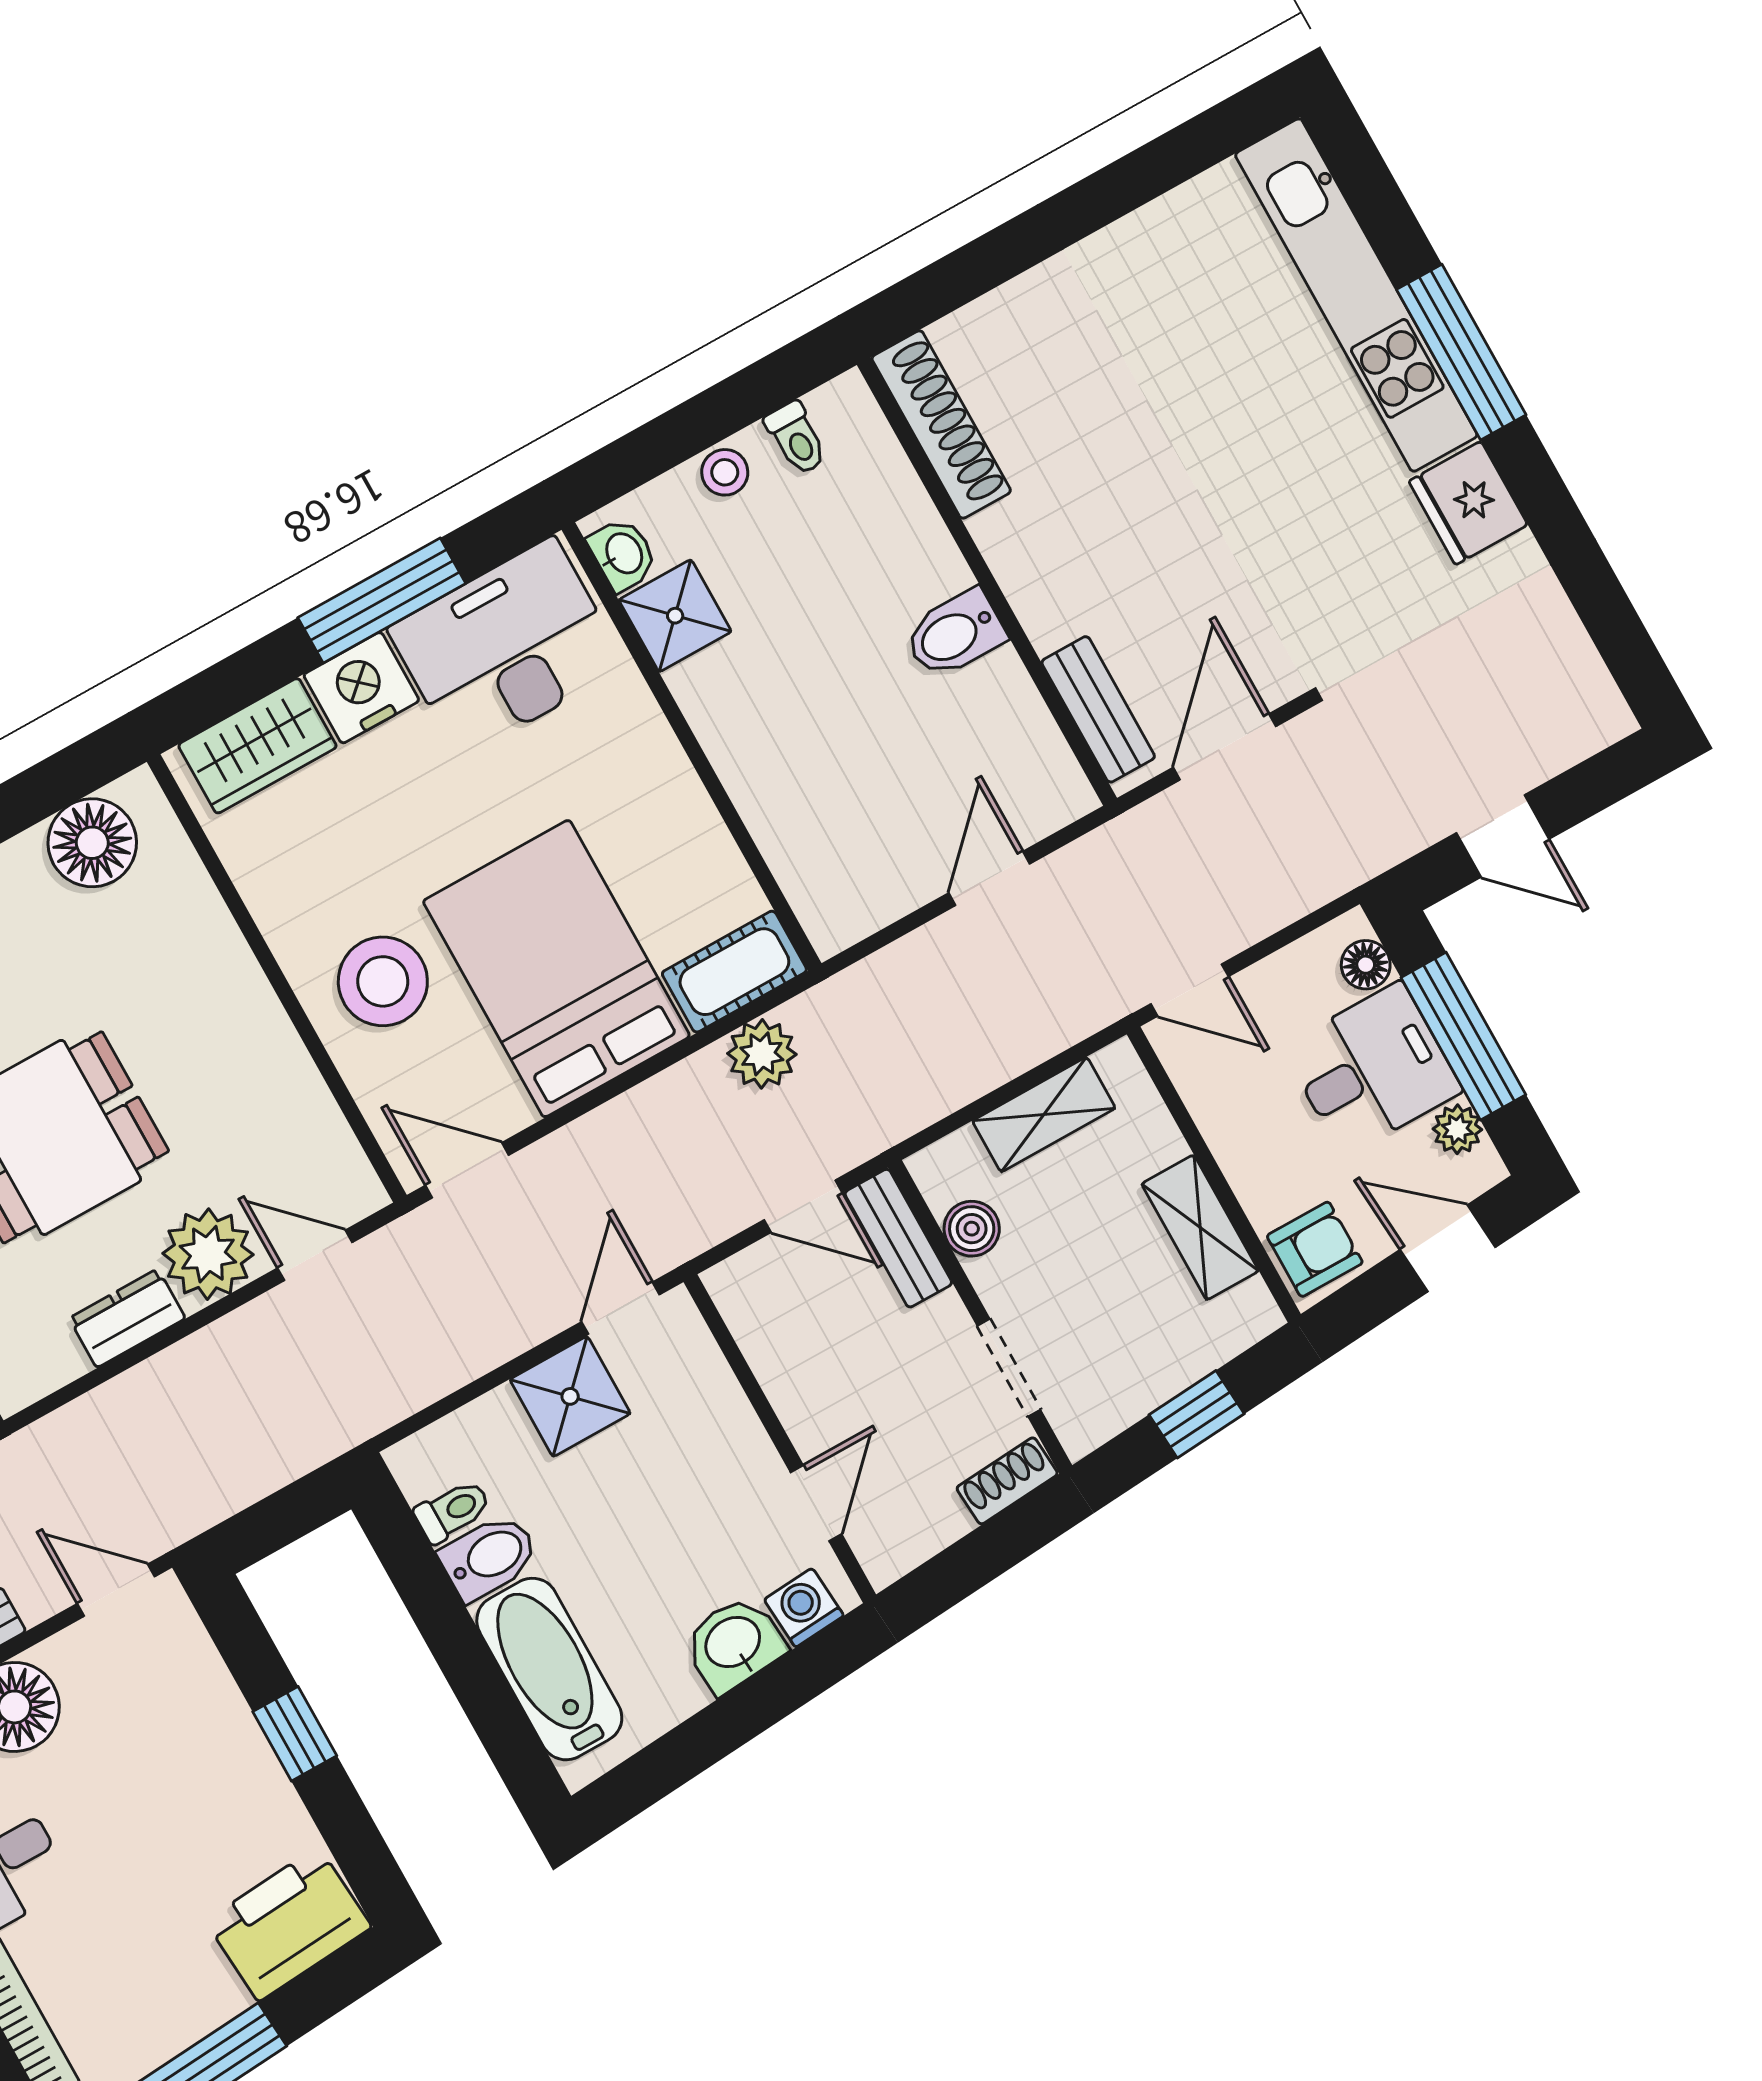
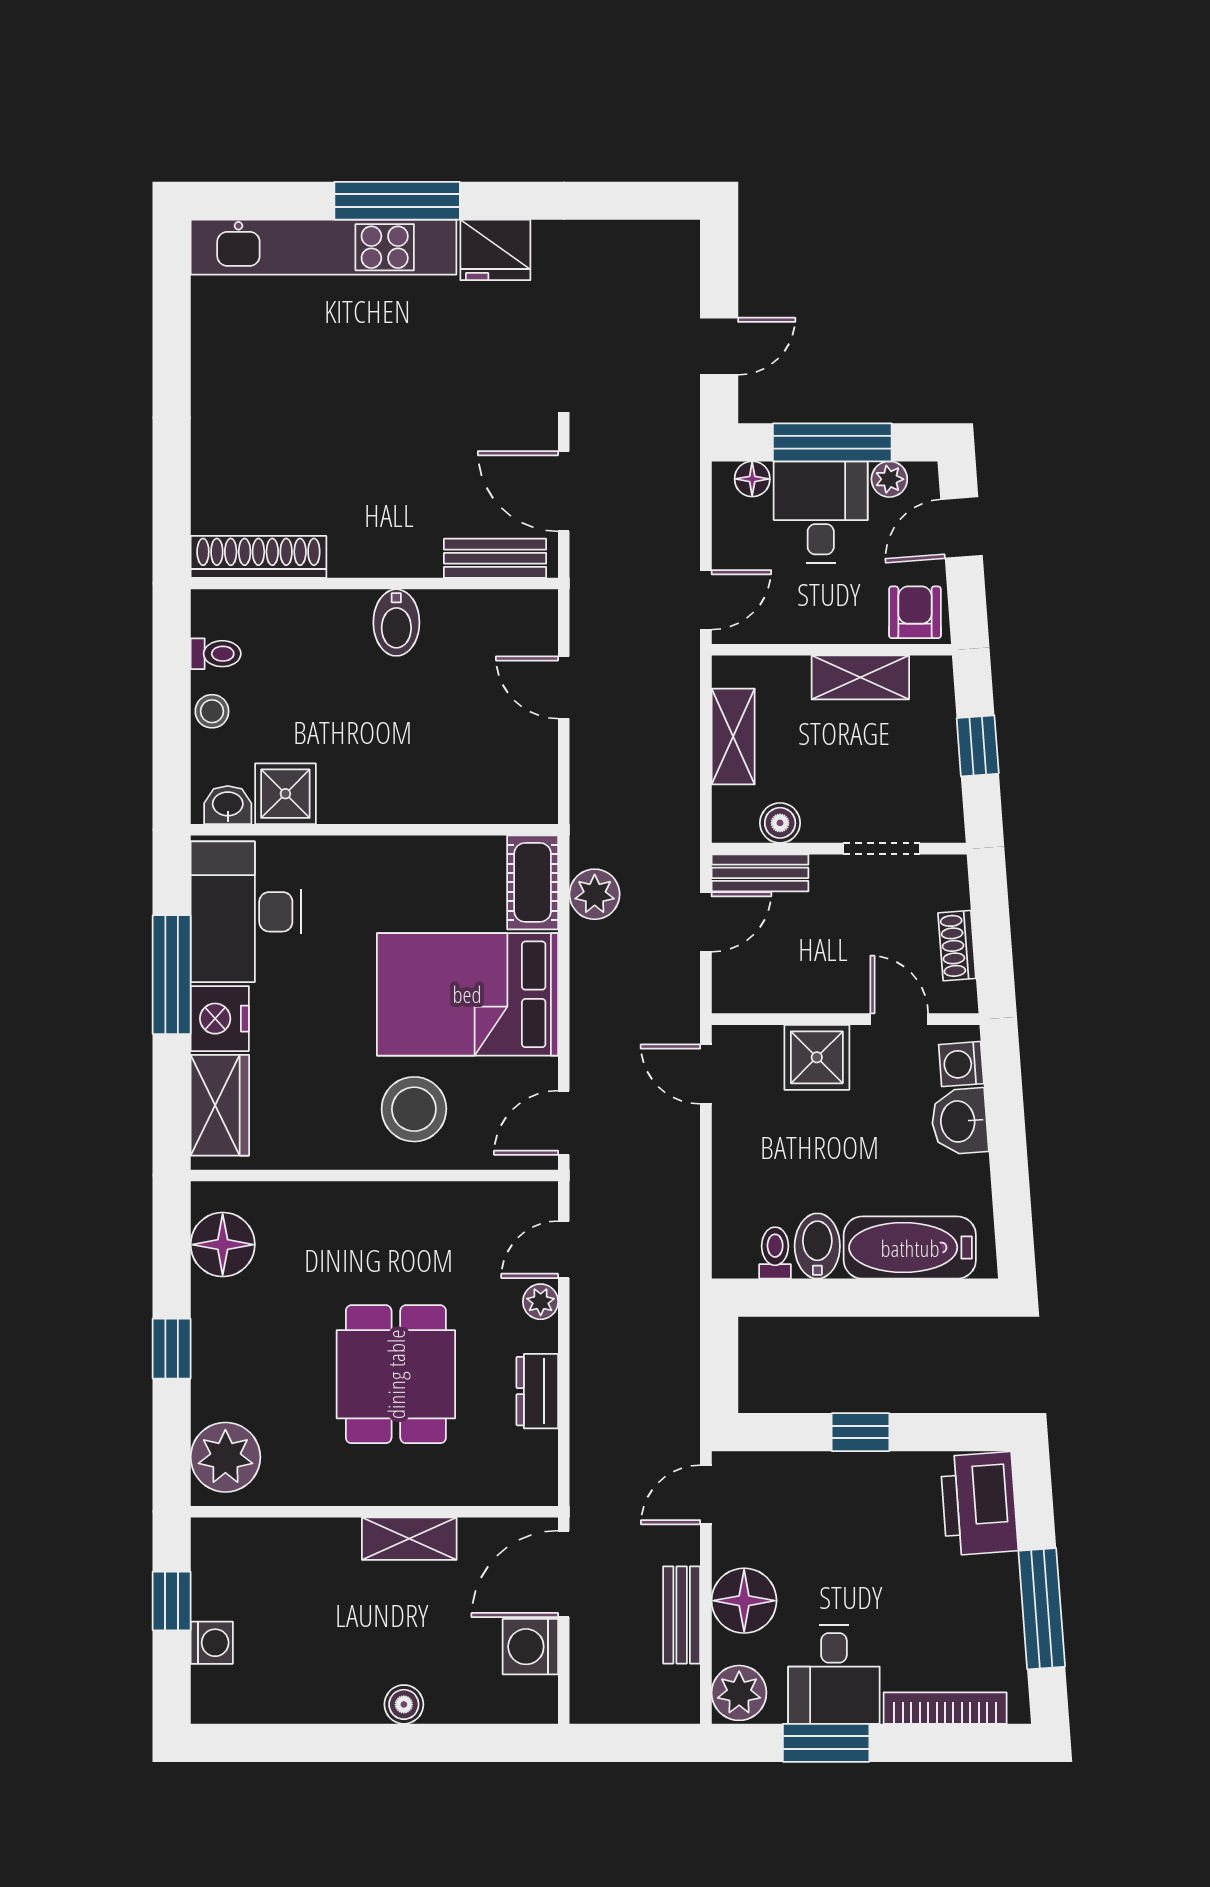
plant: (208, 1254) -> (541, 1302), width x0.53, depth x0.53
shower: (570, 1396) -> (817, 1057), moved
shoe rack: (1007, 1481) -> (957, 946), moved

